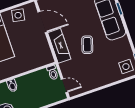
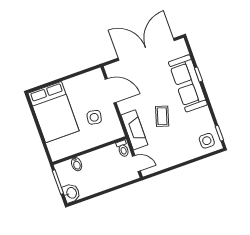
side table: (18, 15) -> (94, 117), moved
fireplace: (59, 46) -> (134, 130), moved

